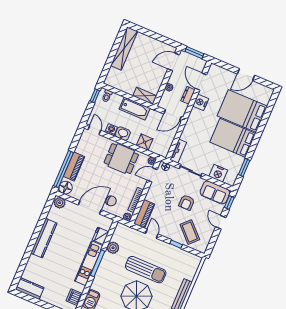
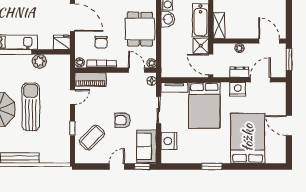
bed: (233, 138) -> (204, 105), moved, turned 180
shower: (145, 142) -> (201, 46), moved
window: (244, 167) -> (212, 167), moved
chair: (111, 201) -> (101, 42), moved
fridge: (101, 236) -> (62, 42), moved
sun lounger: (146, 270) -> (31, 107), turned 180

